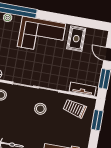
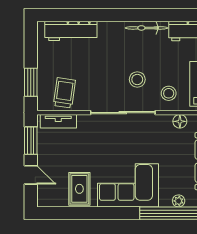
trolley: (75, 108) -> (64, 93), turned -96
stool: (40, 109) -> (137, 79), moved

